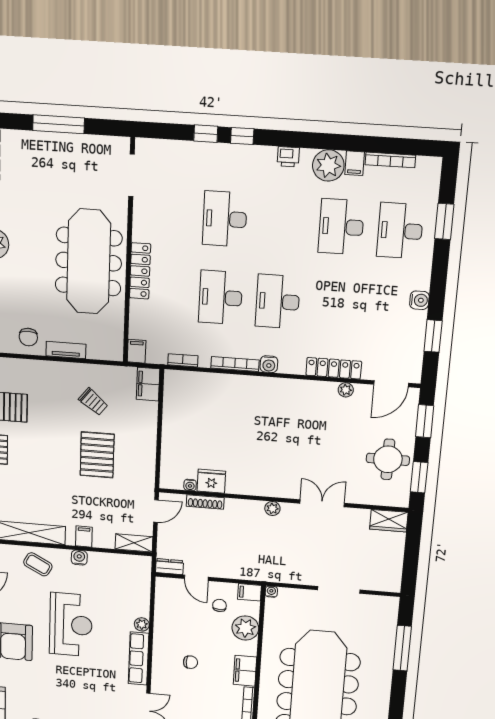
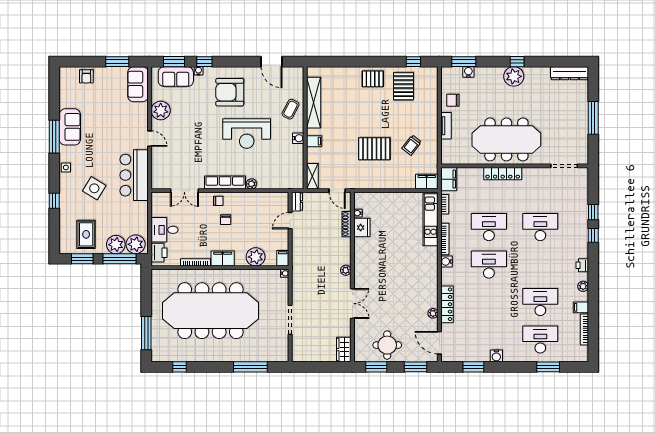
plant: (328, 165) -> (583, 286), width x0.53, depth x0.53
filing cabinet: (137, 351) -> (449, 179), width x2.00
kitchen unit: (205, 383) -> (431, 220), added
chair: (219, 605) -> (218, 201), moved

